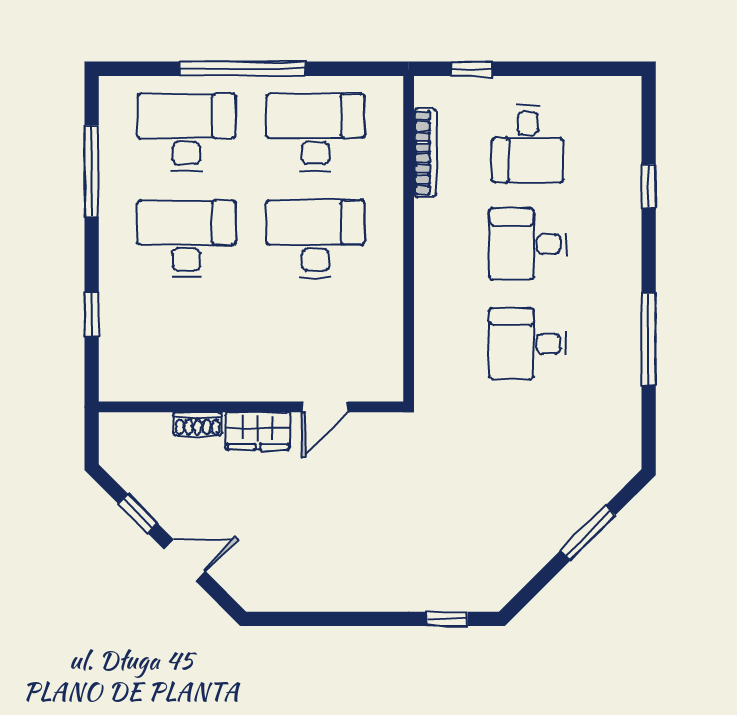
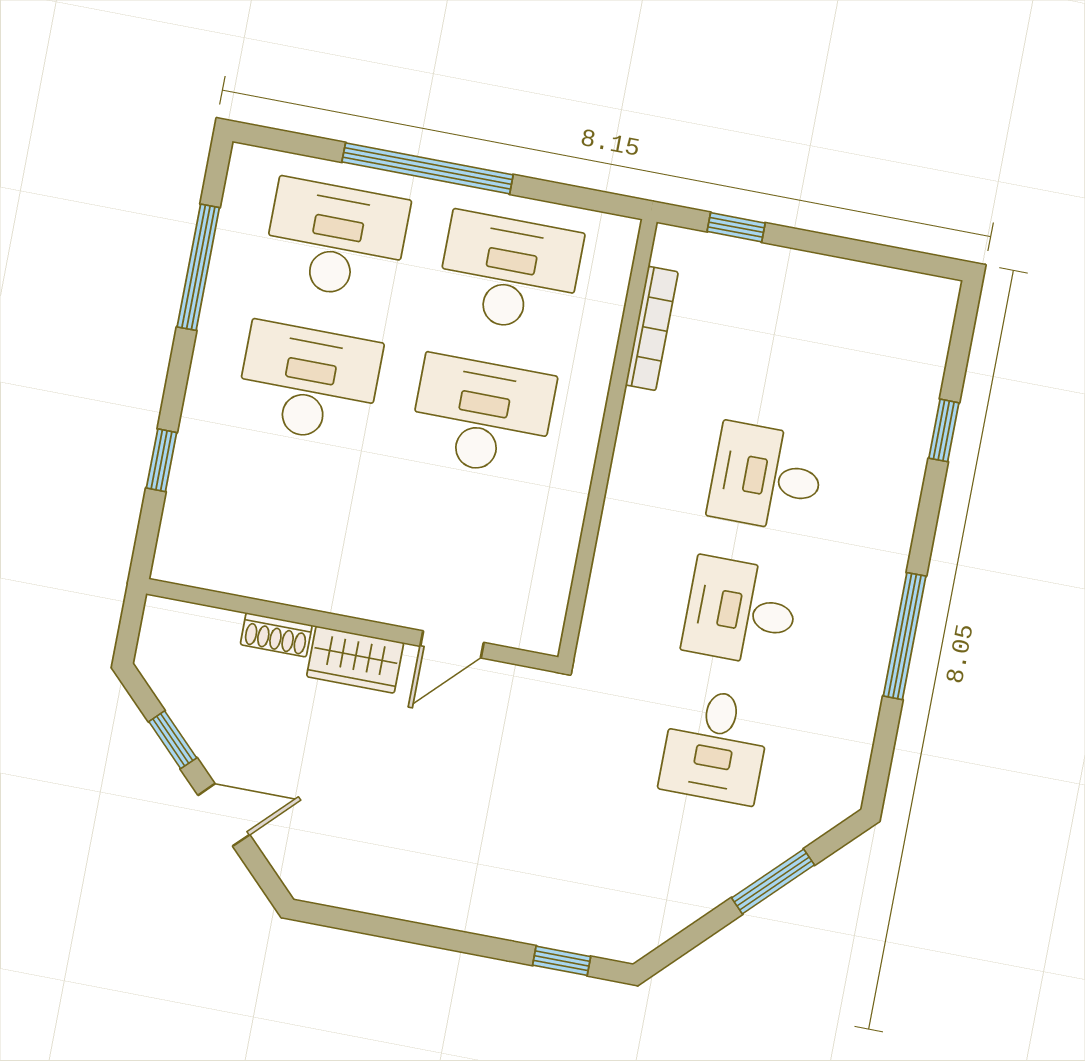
desk: (528, 144) -> (715, 746), moved

